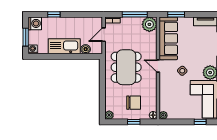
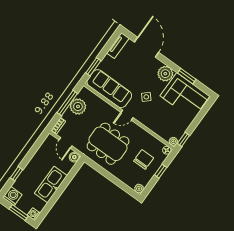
plant: (149, 24) -> (78, 107), moved
boiler: (86, 49) -> (74, 157), moved
window: (200, 122) -> (183, 139), moved

